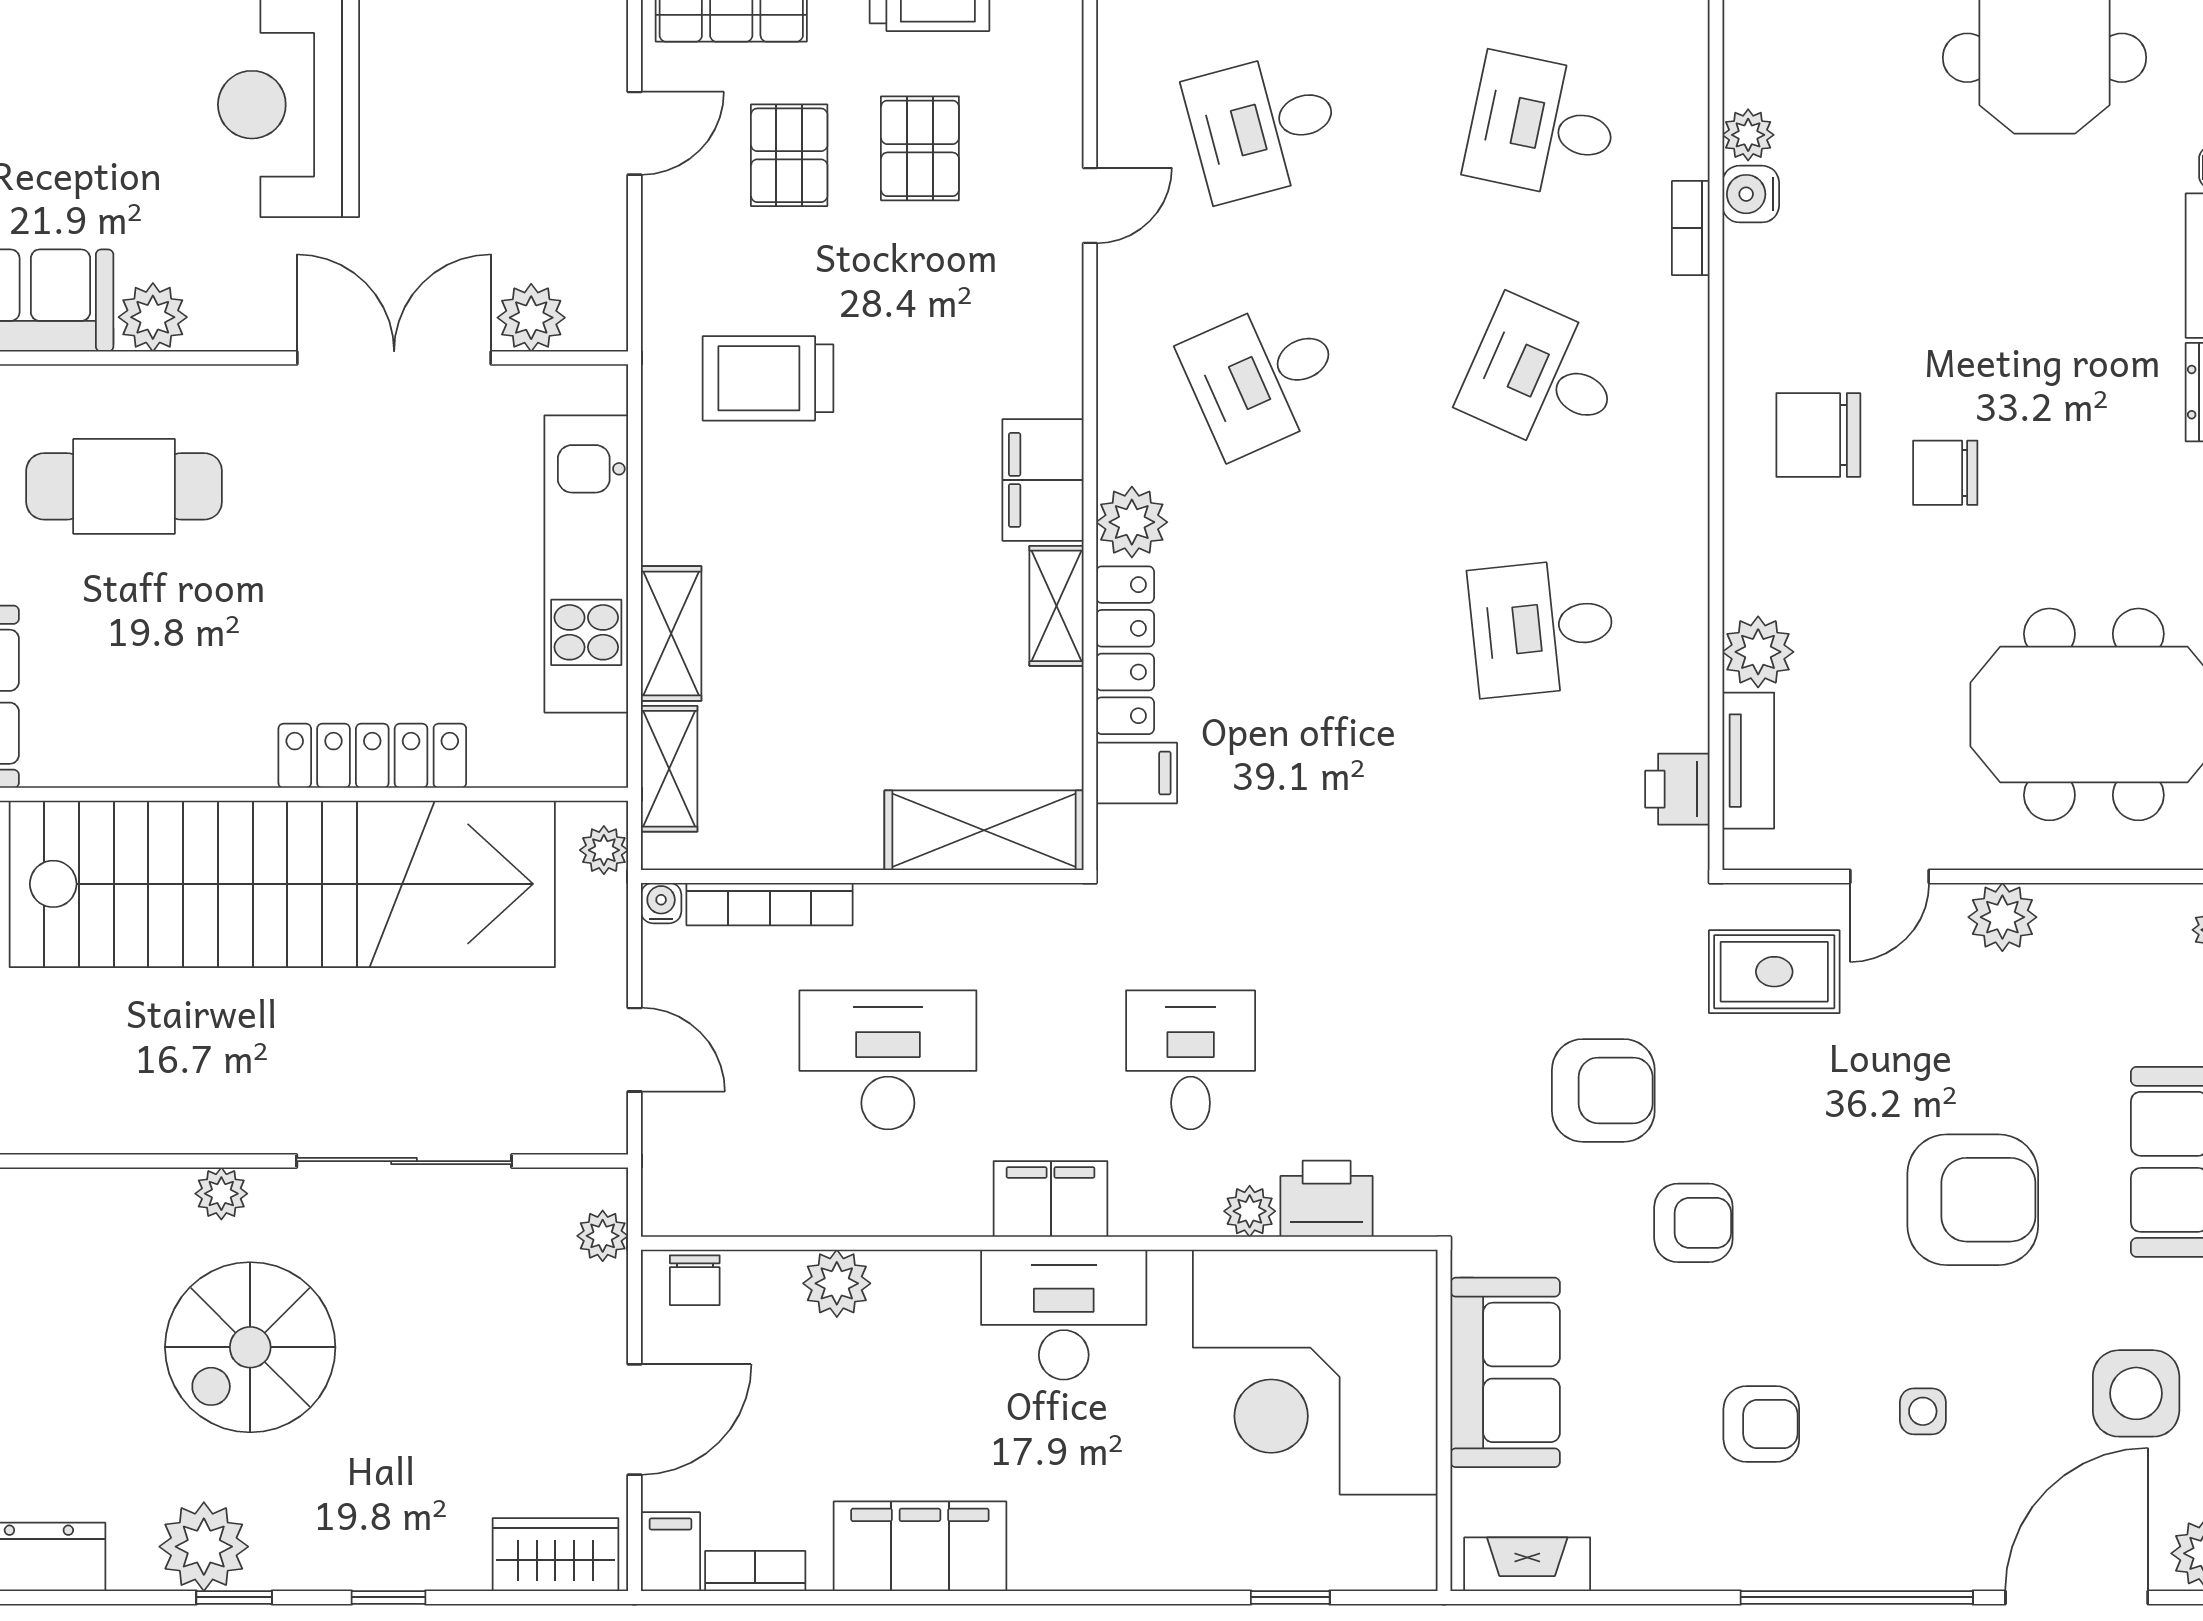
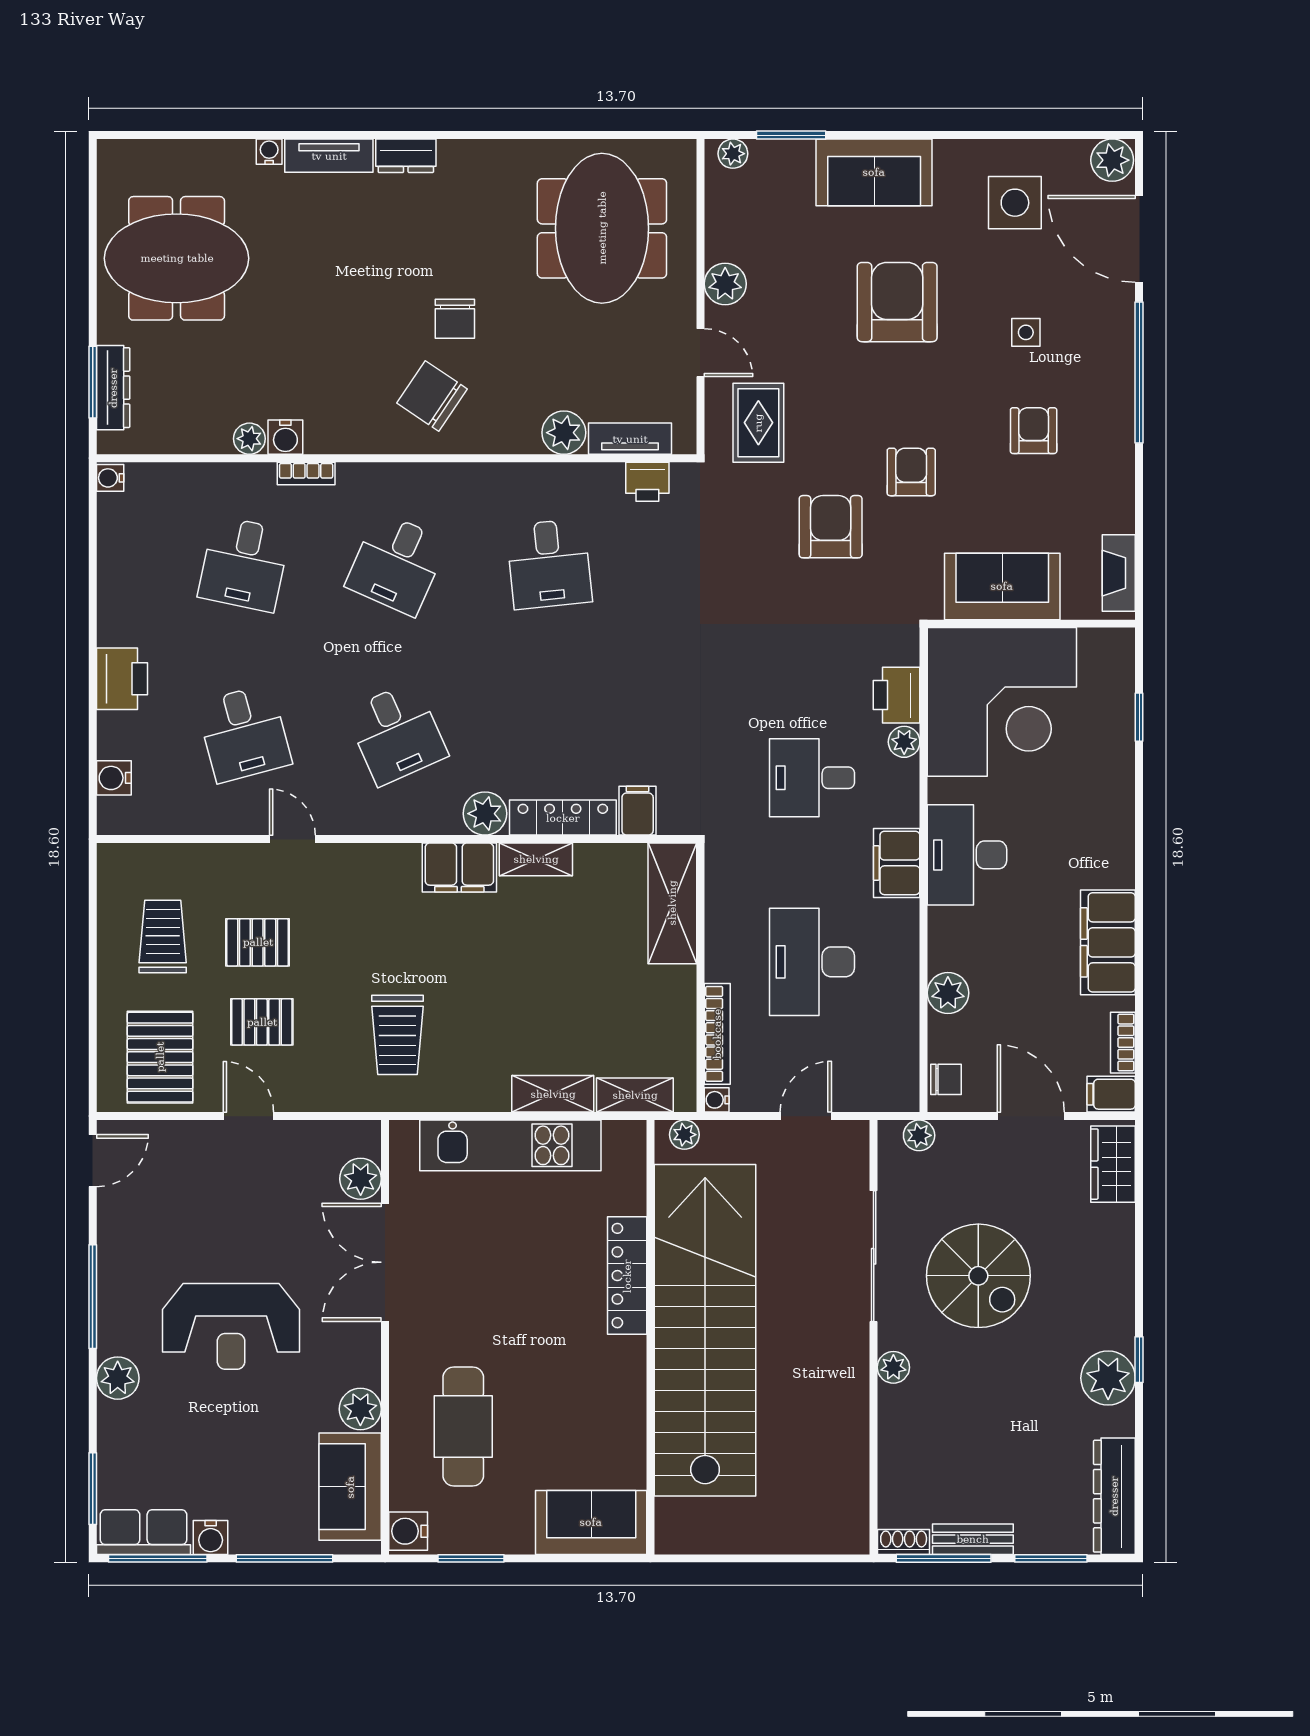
chair: (1818, 435) -> (432, 396), turned 124
spiral stairs: (250, 1347) -> (978, 1276), moved
window: (389, 1597) -> (1139, 1266), removed

